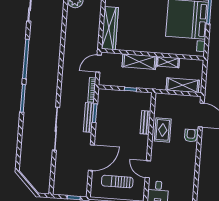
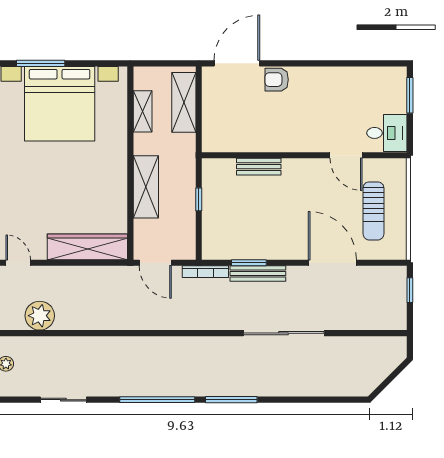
shelving: (168, 62) -> (143, 111), moved
rug: (163, 130) -> (270, 133), removed
door: (148, 169) -> (346, 155), hinge flipped

